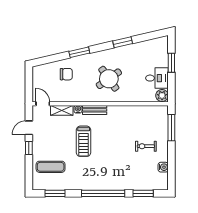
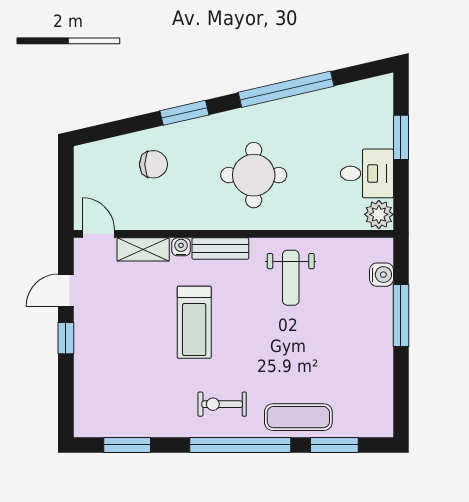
window: (123, 42) -> (286, 89), width x2.11
round table: (109, 79) -> (254, 175), turned 35
weight bench: (125, 122) -> (291, 278), added
window: (171, 128) -> (401, 315), moved
exercise bike: (146, 146) -> (222, 404), moved
exercise mat: (51, 167) -> (298, 417), moved
water cooler: (163, 167) -> (382, 275), moved

